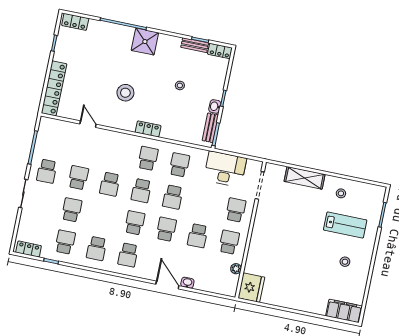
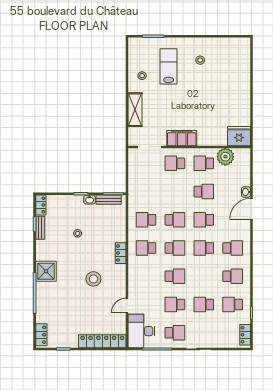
desk: (225, 169) -> (142, 331), moved
plant: (236, 269) -> (225, 157), width x1.88, depth x1.88
filing cabinet: (344, 311) -> (182, 138), moved, turned 90

